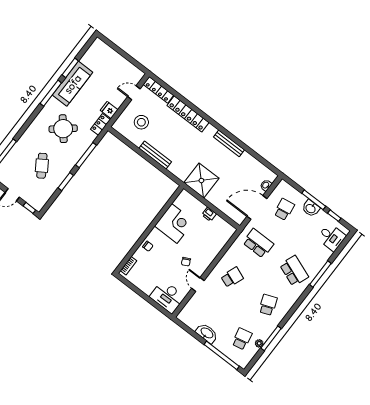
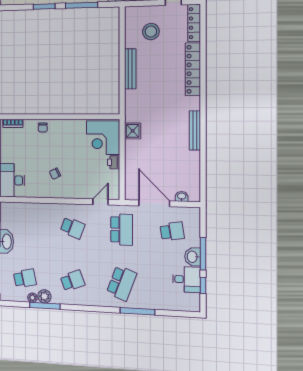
shower: (201, 181) -> (133, 131), width x0.54, depth x0.54
corner desk: (174, 224) -> (103, 138), moved, turned 90
desk: (331, 237) -> (186, 279), moved, turned -90
door: (198, 284) -> (100, 202), moved
plant: (264, 334) -> (44, 296), added

